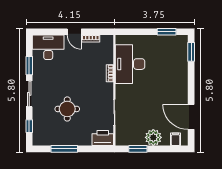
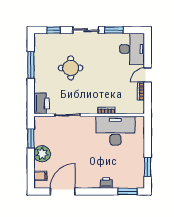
printer: (182, 73) -> (106, 183), added

